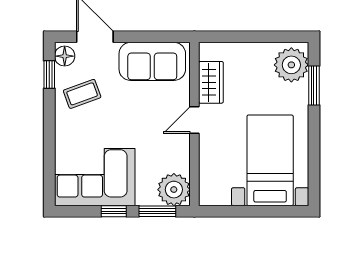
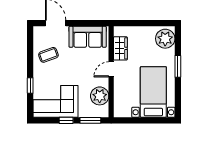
floor lamp: (65, 56) -> (39, 34), removed
window: (49, 75) -> (30, 85), moved
window: (314, 85) -> (178, 66), moved
plant: (174, 190) -> (100, 96), moved

